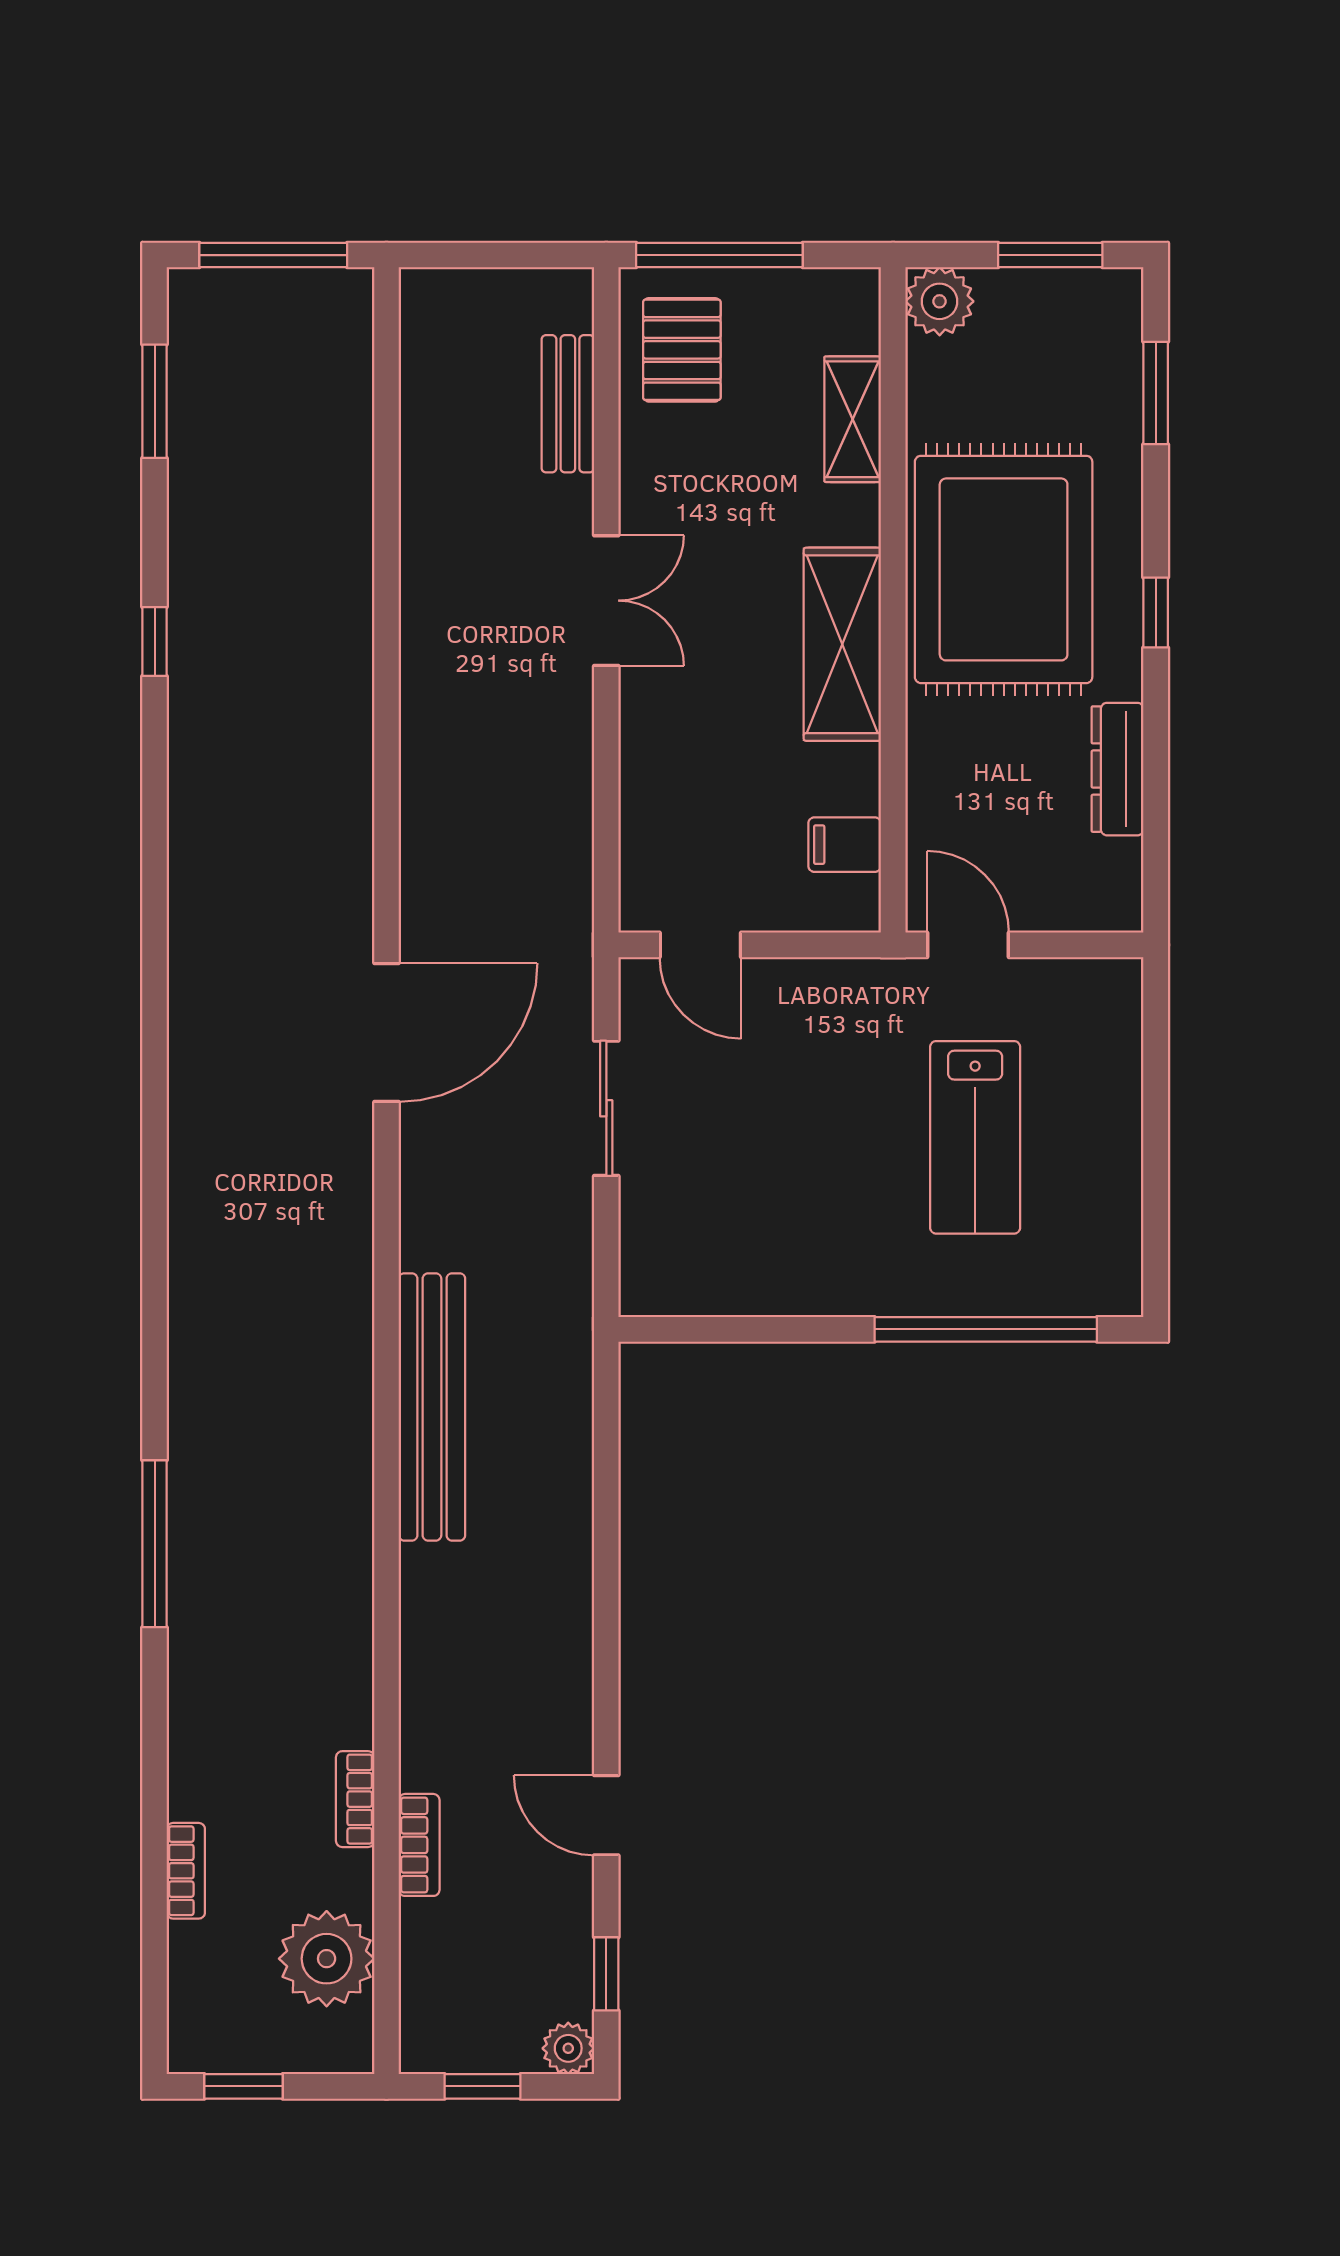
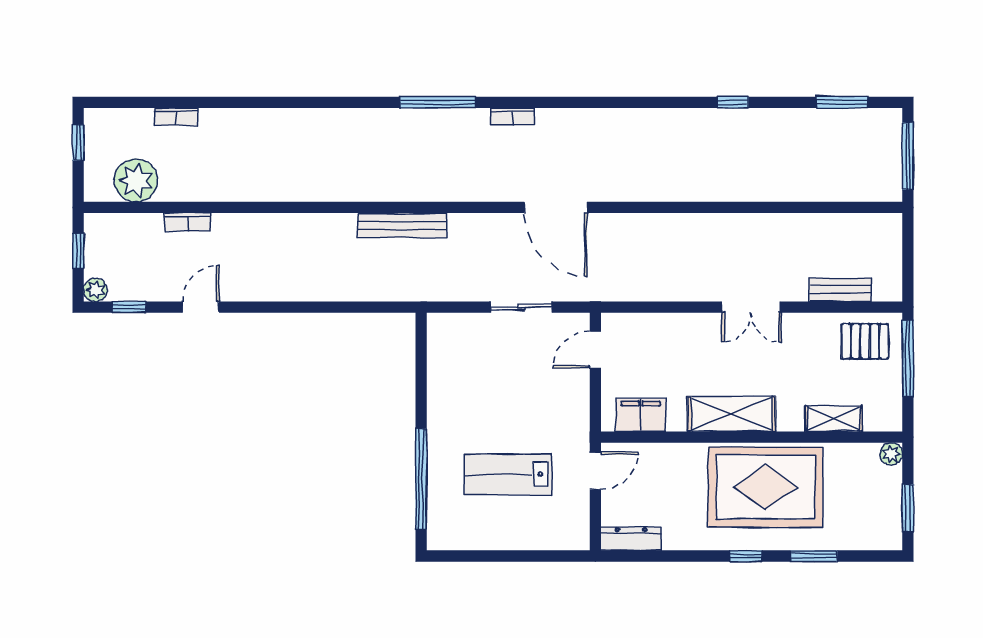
plant: (940, 301) -> (891, 454), width x0.73, depth x0.73
window: (1156, 393) -> (814, 556), moved
dresser: (1118, 769) -> (631, 539), moved
filing cabinet: (845, 845) -> (641, 415), width x2.00
bench: (432, 1407) -> (402, 225), width x0.73, depth x0.82
window: (155, 1544) -> (438, 102), moved
bookcase: (355, 1799) -> (513, 117), moved, turned 180

